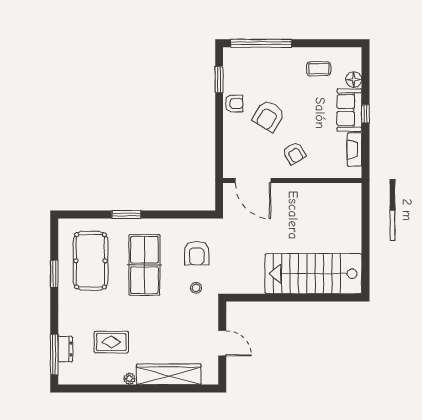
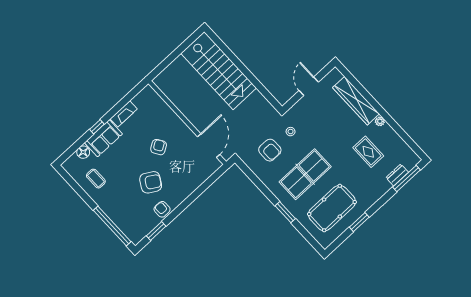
door: (253, 181) -> (209, 146), moved
wall: (292, 181) -> (187, 123), moved
armchair: (197, 253) -> (270, 150), turned 90

